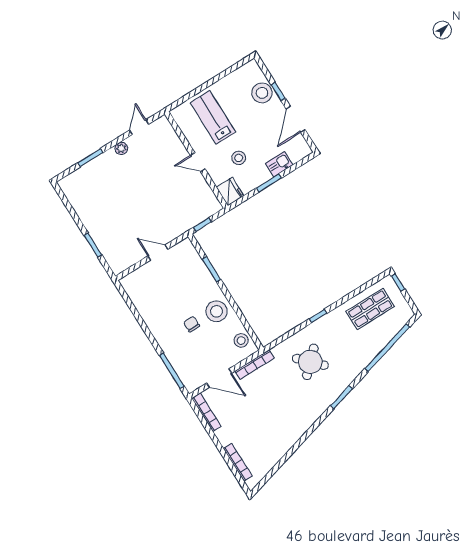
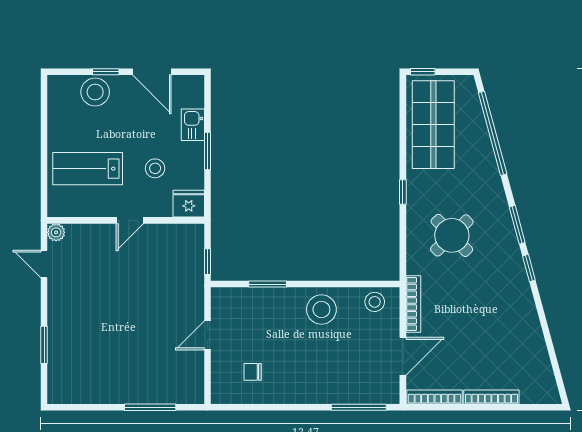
plant: (121, 148) -> (56, 232), moved
window: (93, 245) -> (150, 407), width x1.44
shop shelf: (370, 309) -> (433, 125), width x1.43, depth x1.36
chair: (192, 324) -> (253, 372), moved
window: (320, 421) -> (529, 268), added
bookcase: (238, 462) -> (491, 397), moved

